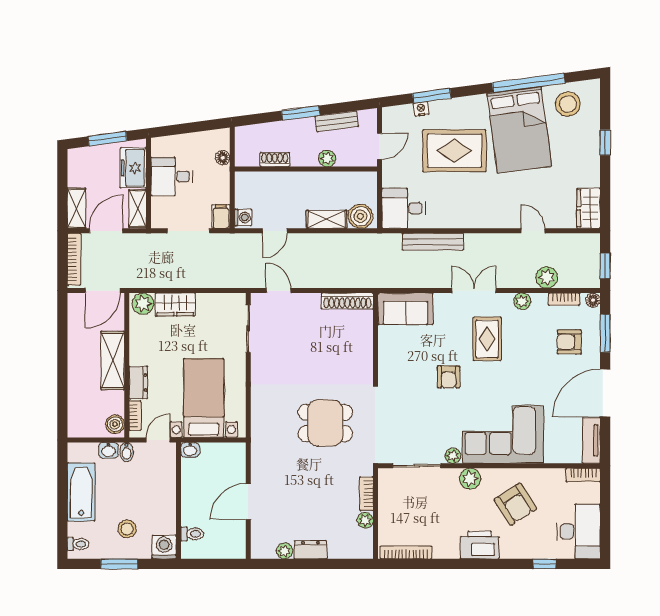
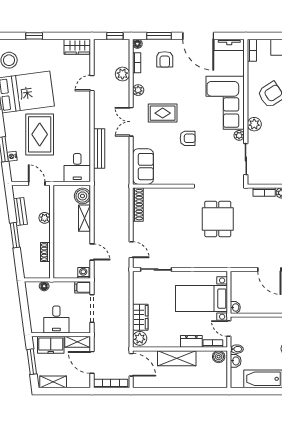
shelving: (76, 208) -> (53, 382), moved
door: (278, 291) -> (131, 250), swing flipped

